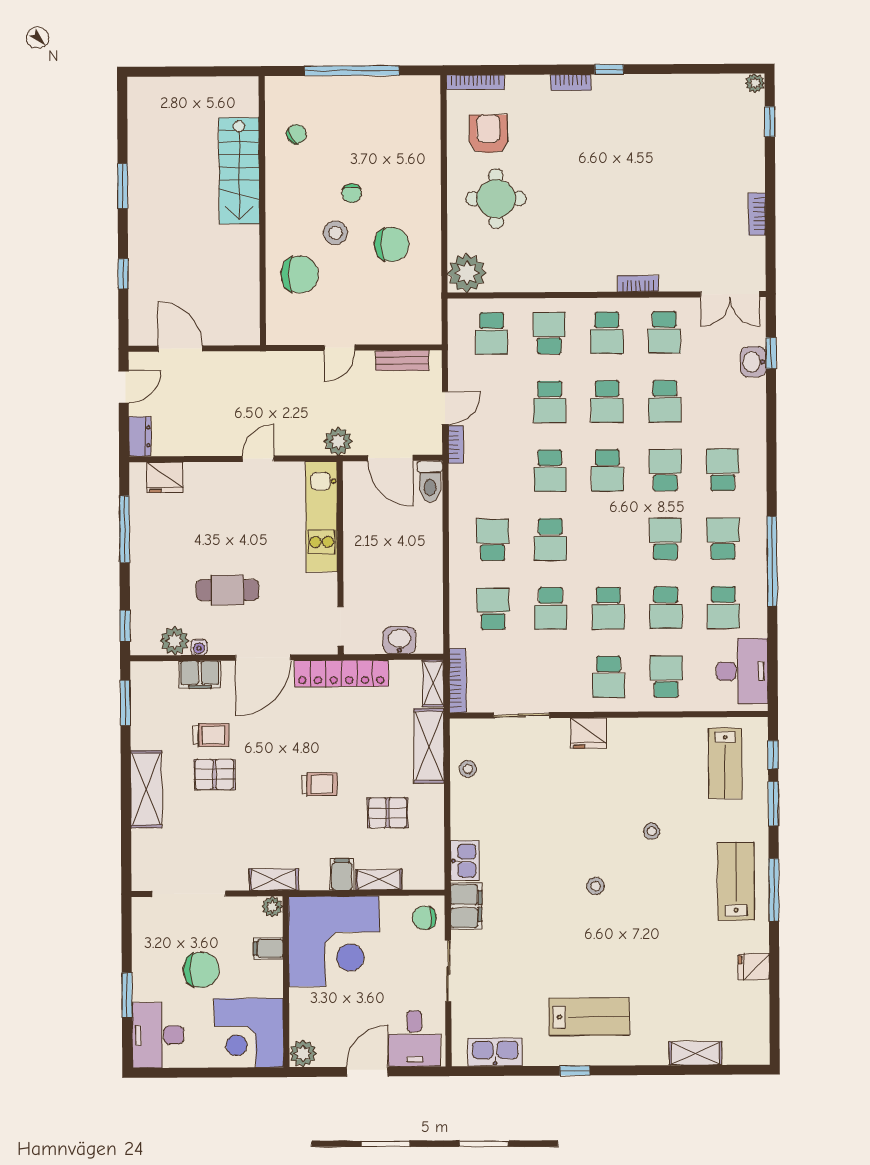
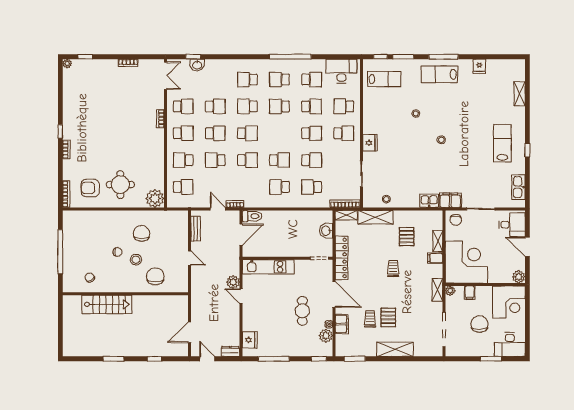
school desk: (550, 402) -> (215, 160), turned 180
plant: (338, 441) -> (233, 282), moved

